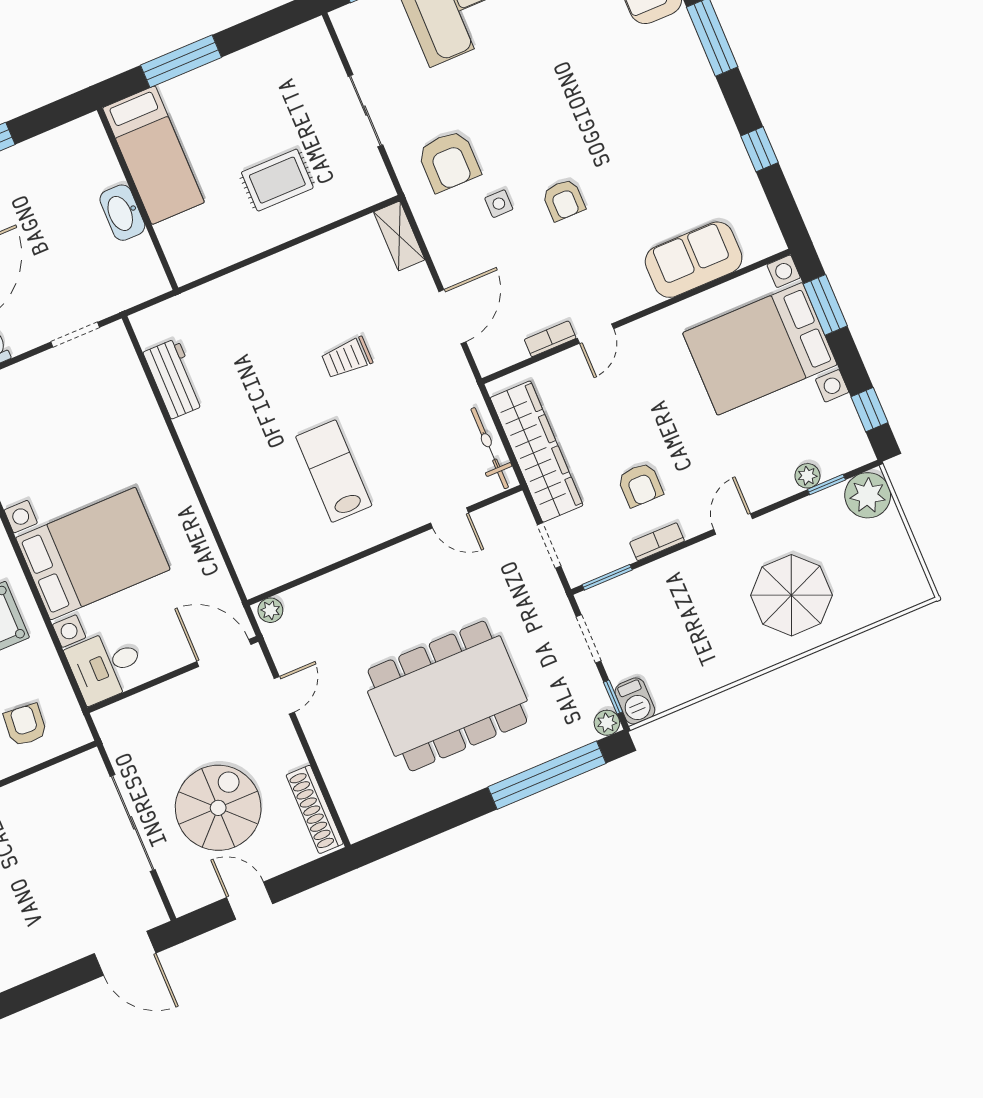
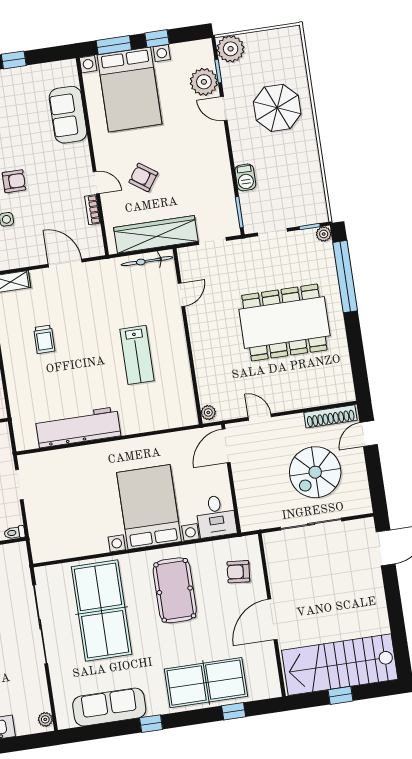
trolley: (347, 358) -> (44, 339), moved
workbench: (174, 379) -> (78, 427), width x1.88, depth x1.32
window: (870, 410) -> (157, 39), moved
lab bench: (334, 471) -> (137, 355), turned -90
plant: (807, 476) -> (204, 82), width x1.88, depth x1.88
armchair: (640, 485) -> (143, 177), moved, turned -145
door: (733, 524) -> (224, 108), moved
bookcase: (657, 542) -> (226, 178), removed
dining table: (447, 696) -> (284, 323), turned 90
barbecue: (635, 701) -> (245, 177), moved, turned 90
spiral stairs: (218, 808) -> (315, 472), turned -90
door: (250, 901) -> (369, 434), moved

